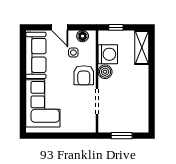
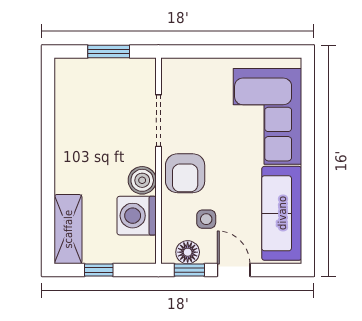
window: (82, 27) -> (189, 270), added
window: (116, 27) -> (99, 270), moved
armchair: (84, 75) -> (185, 173), turned 180

